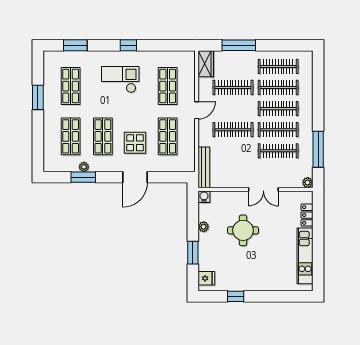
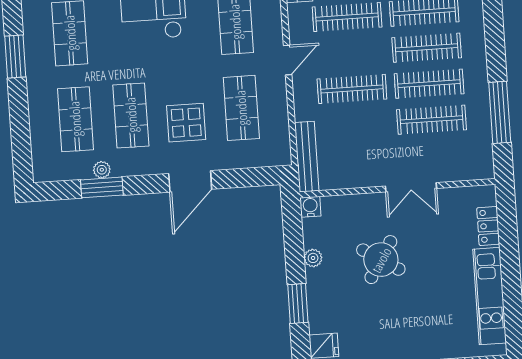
plant: (308, 182) -> (485, 170), removed
round table: (243, 230) -> (381, 260), turned 32

